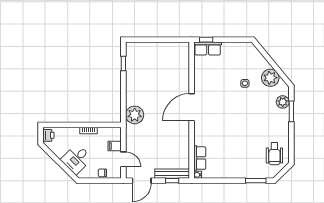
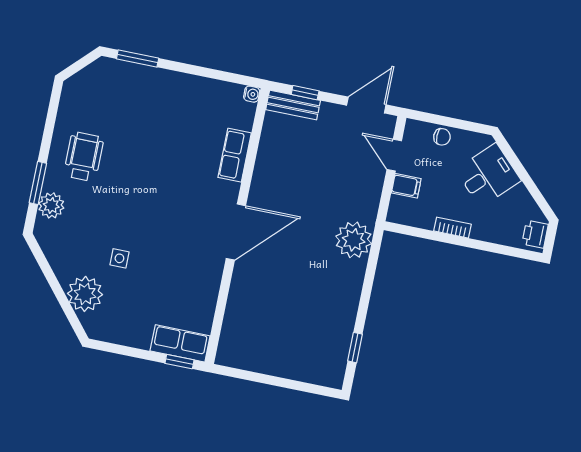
plant: (270, 78) -> (85, 294), moved
wheelchair: (274, 154) -> (84, 157), moved
row of seats: (200, 158) -> (235, 155), moved
bench: (172, 174) -> (293, 105), width x0.73

